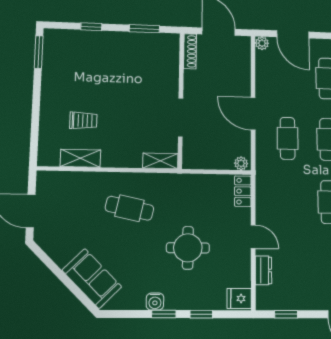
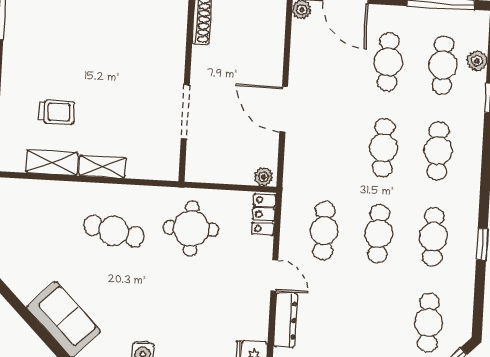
cafe table: (288, 138) -> (324, 231), moved
shelving: (160, 161) -> (102, 167), moved
round table: (188, 248) -> (191, 228), moved
dresser: (263, 270) -> (285, 320), width x1.44

